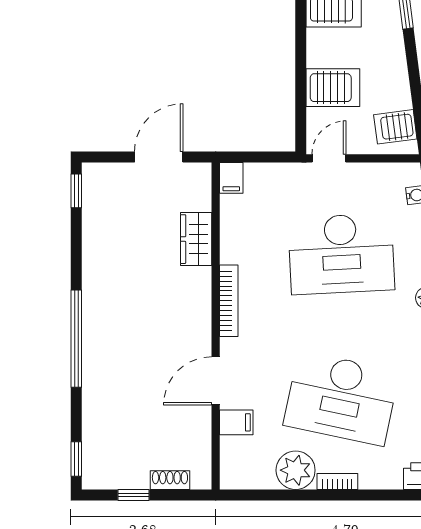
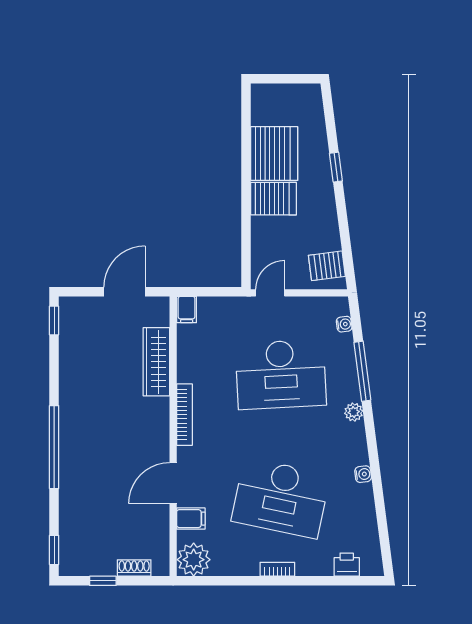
server rack: (333, 88) -> (273, 199), moved
wardrobe: (196, 239) -> (156, 362), width x1.50
plant: (296, 470) -> (194, 560), moved

